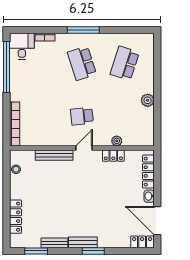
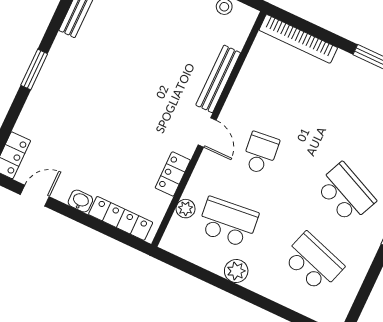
school desk: (82, 63) -> (346, 193), turned 42
school desk: (125, 116) -> (228, 222), added
plant: (117, 141) -> (186, 209), moved
door: (157, 221) -> (35, 196), width x0.53
bench: (83, 242) -> (56, 59), removed

